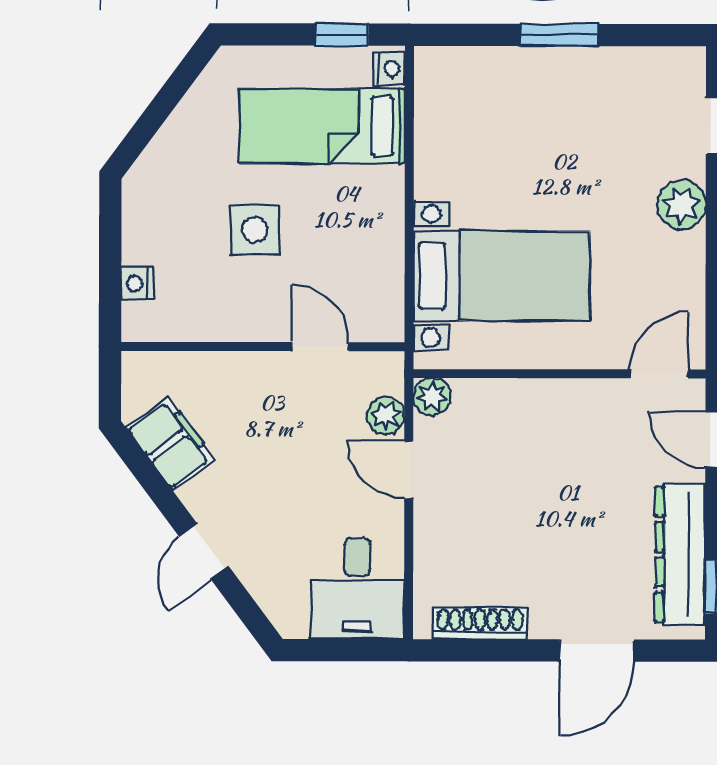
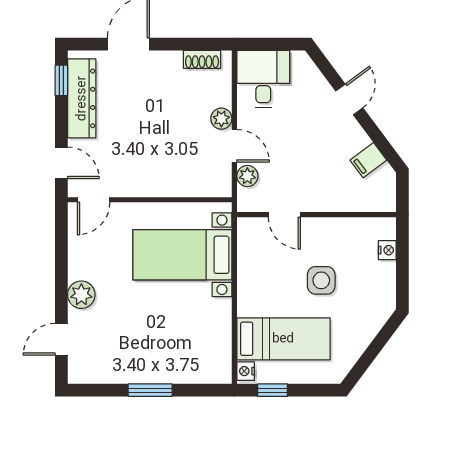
plant: (432, 397) -> (221, 119), moved
filing cabinet: (170, 444) -> (368, 160), width x0.50
shoe rack: (480, 623) -> (202, 59), width x0.70

